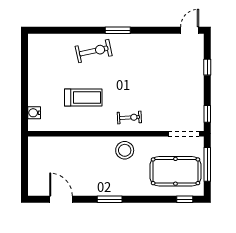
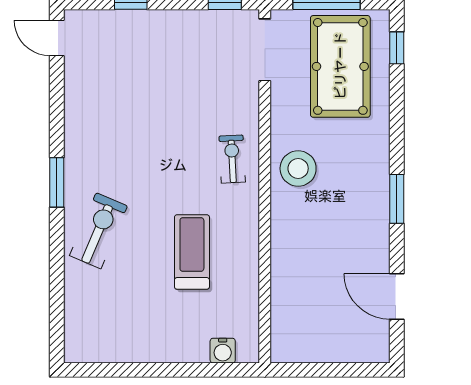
exercise bike: (94, 51) -> (98, 231), turned 35
door: (61, 199) -> (397, 296), hinge flipped

